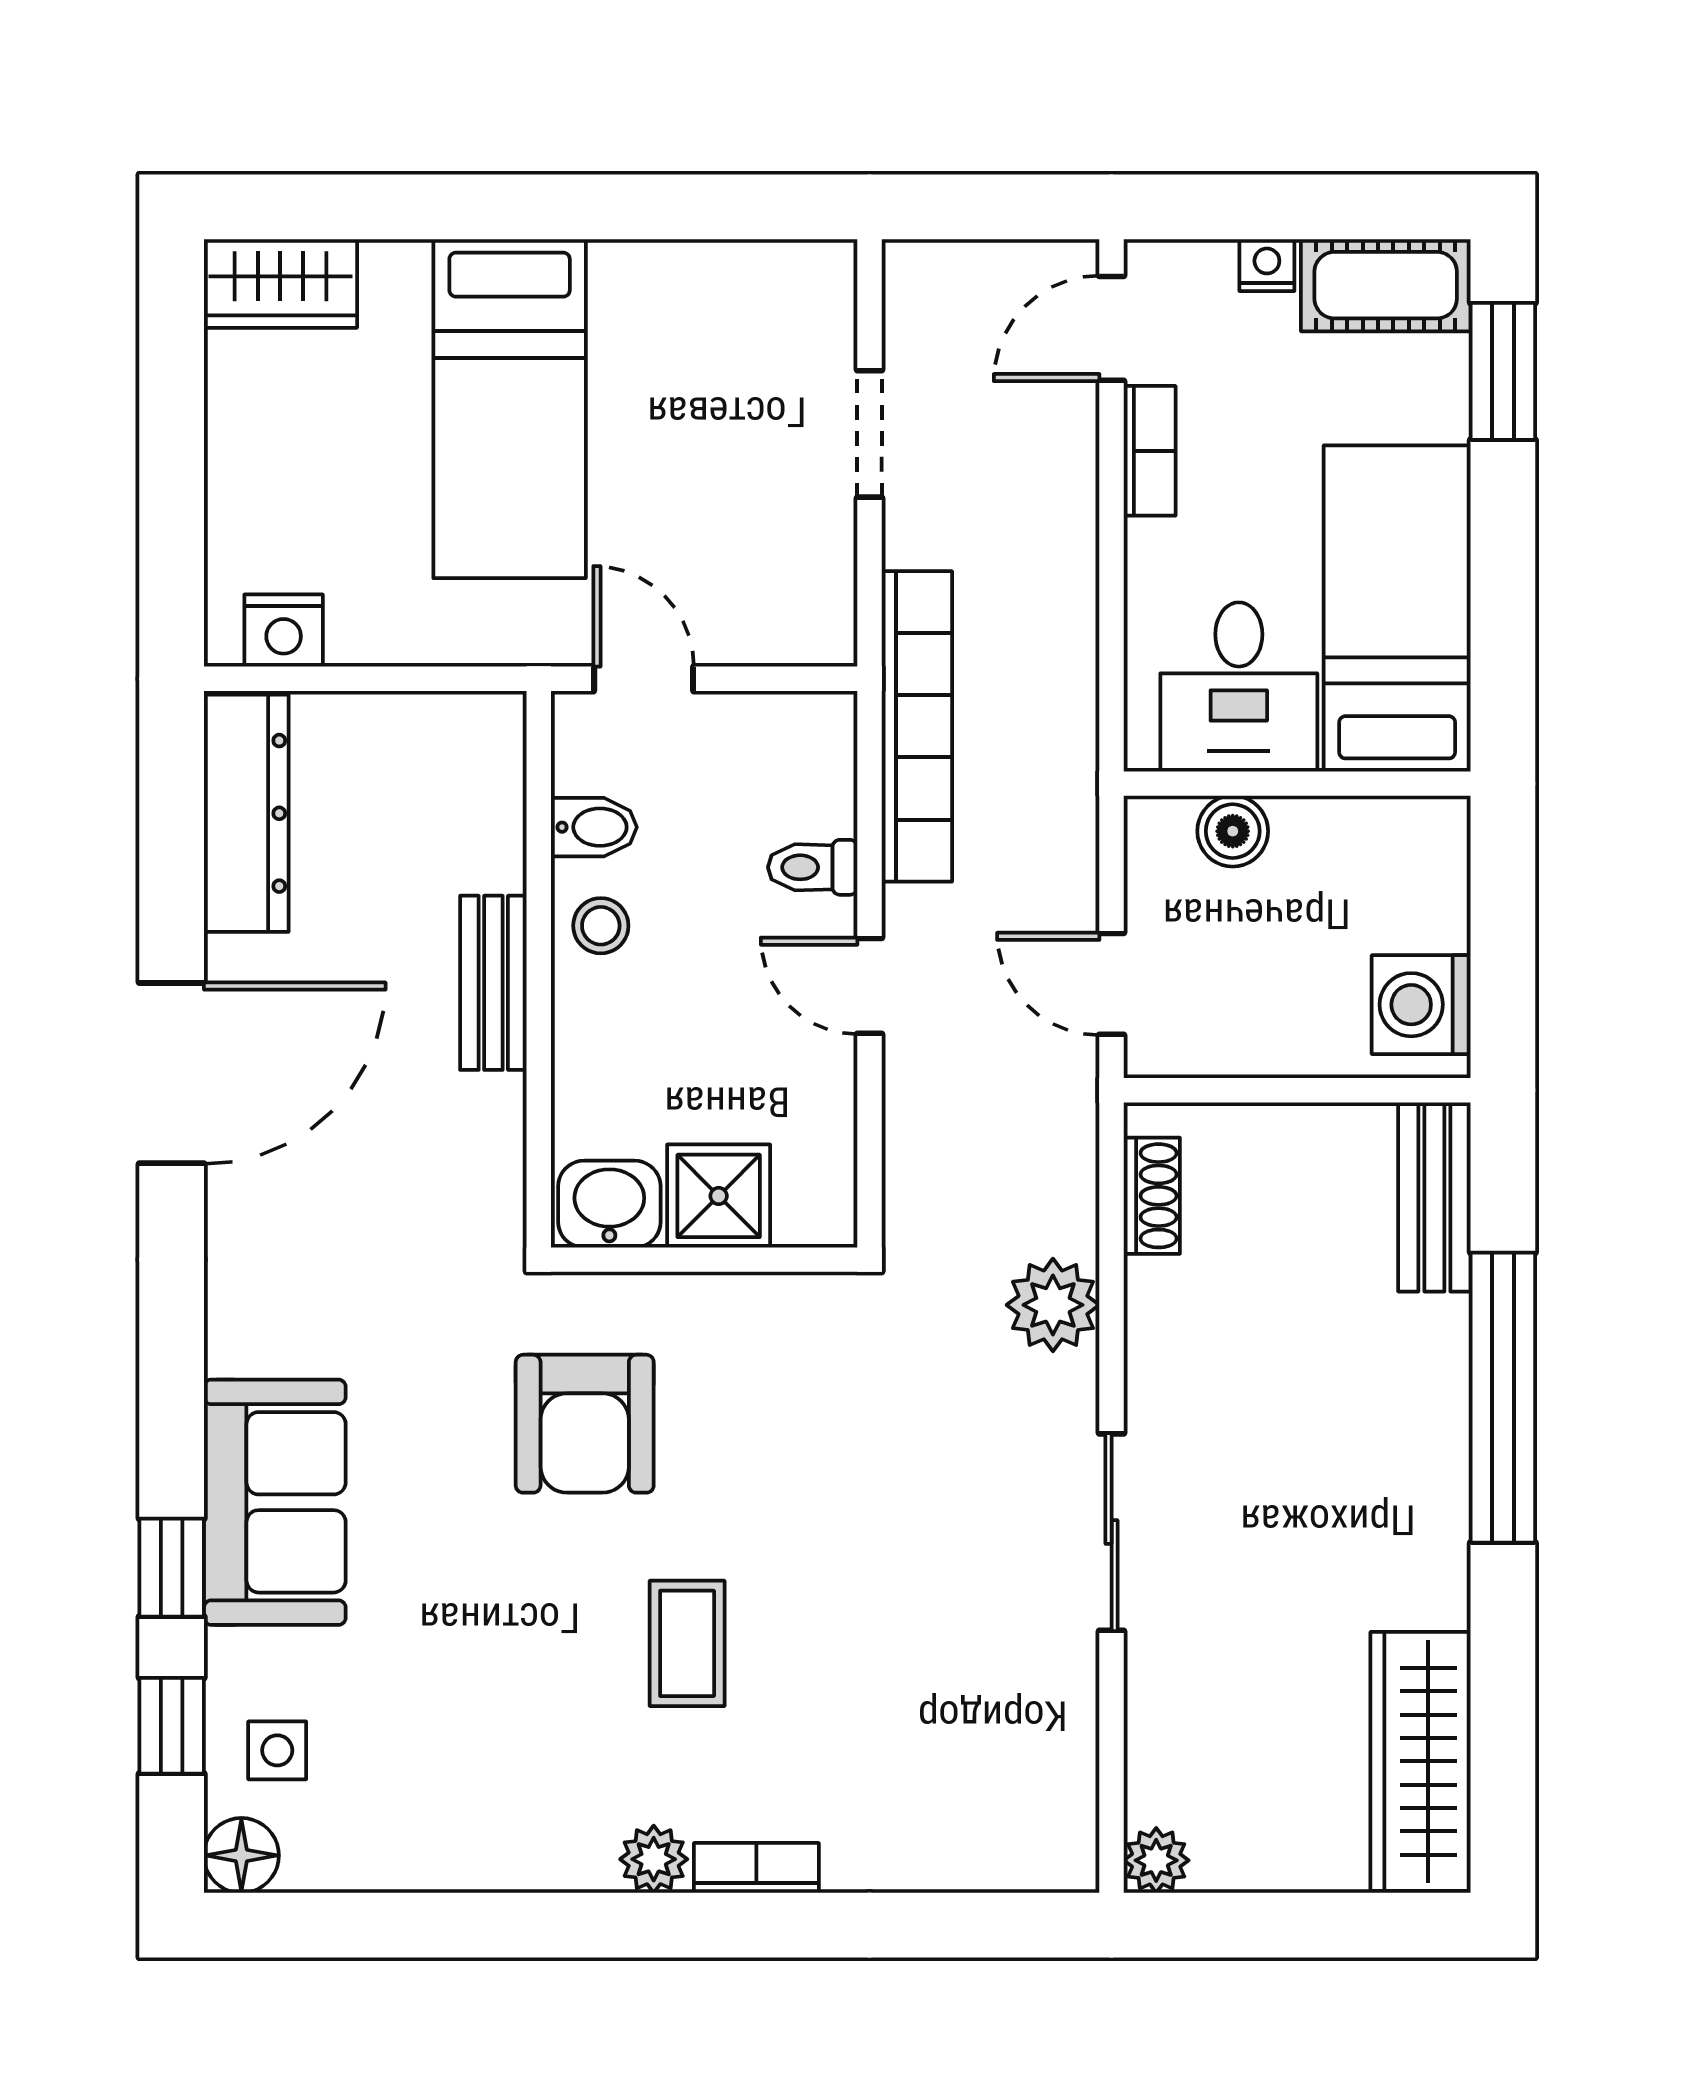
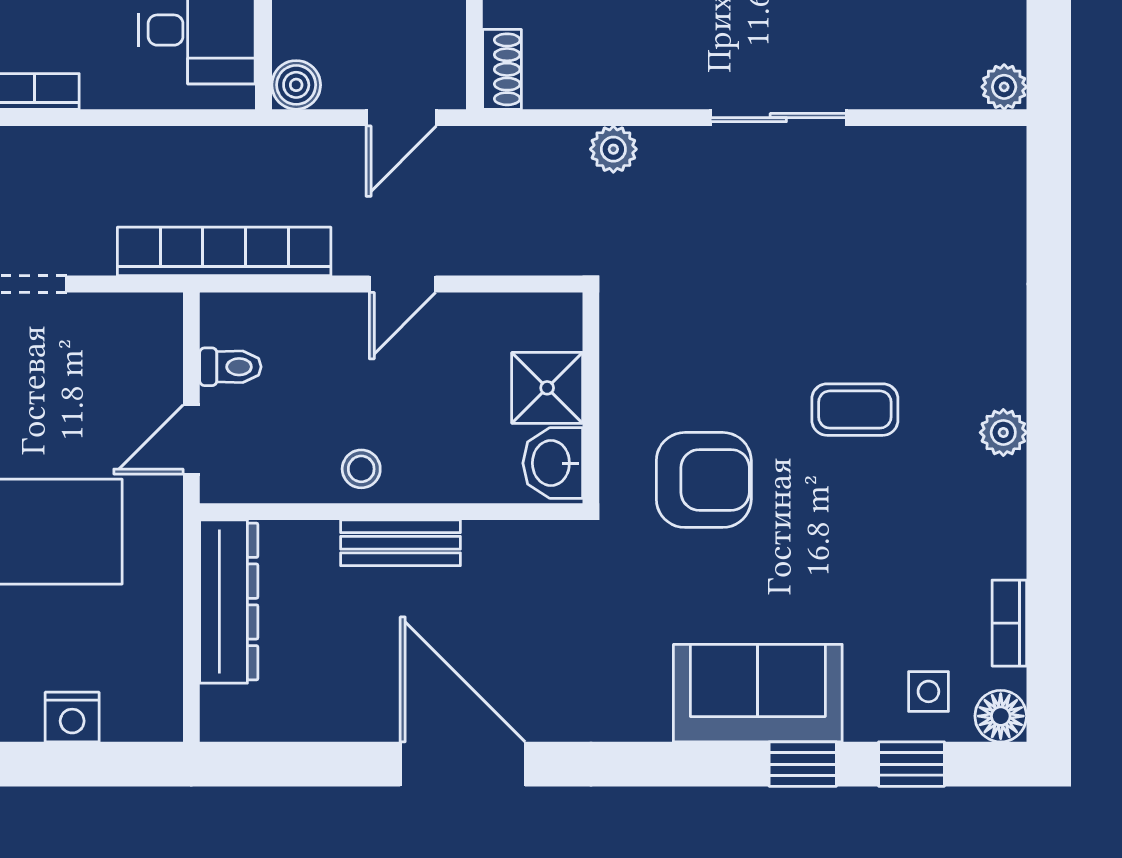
nightstand: (284, 631) -> (72, 717), moved, turned 90
dresser: (246, 813) -> (229, 602), moved, turned 90
bidet: (594, 827) -> (293, 474), removed
boiler: (1233, 831) -> (296, 85), moved
toilet: (813, 867) -> (230, 367), moved, turned -90
shoe rack: (1152, 1196) -> (502, 69), moved, turned 90
plant: (1053, 1305) -> (613, 149), width x0.73, depth x0.73
bookcase: (756, 1868) -> (1009, 623), moved

